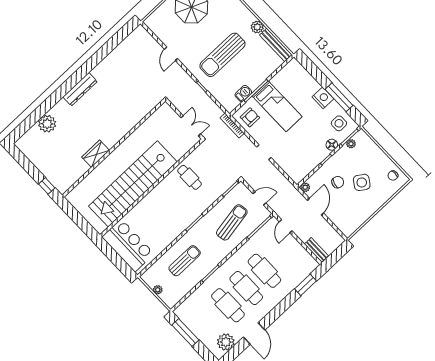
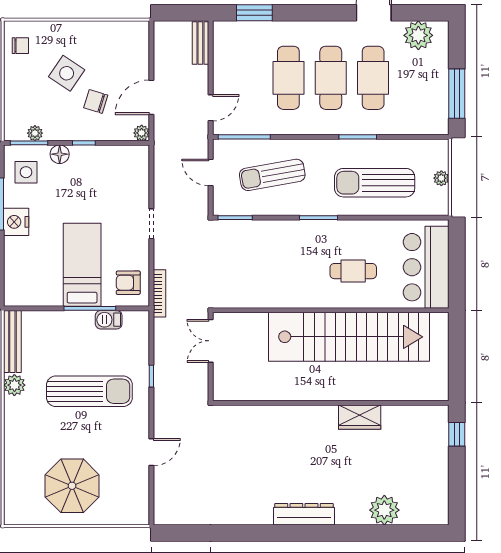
cafe table: (189, 177) -> (353, 271), moved, turned 90
sun lounger: (185, 261) -> (375, 183), width x1.36, depth x1.34

